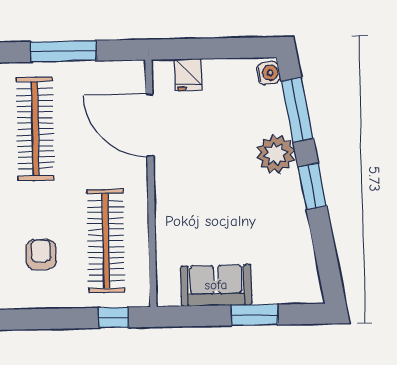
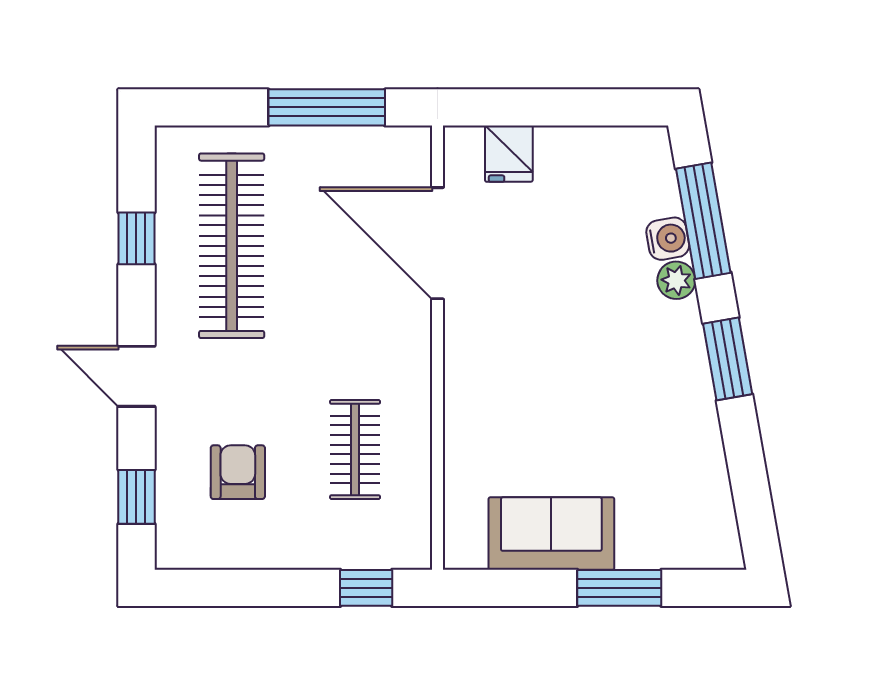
window: (64, 51) -> (327, 107), moved
water cooler: (268, 73) -> (668, 239), moved
plant: (276, 154) -> (676, 280), width x0.53, depth x0.53
clothes rail: (106, 241) -> (355, 450), width x0.54, depth x0.76

